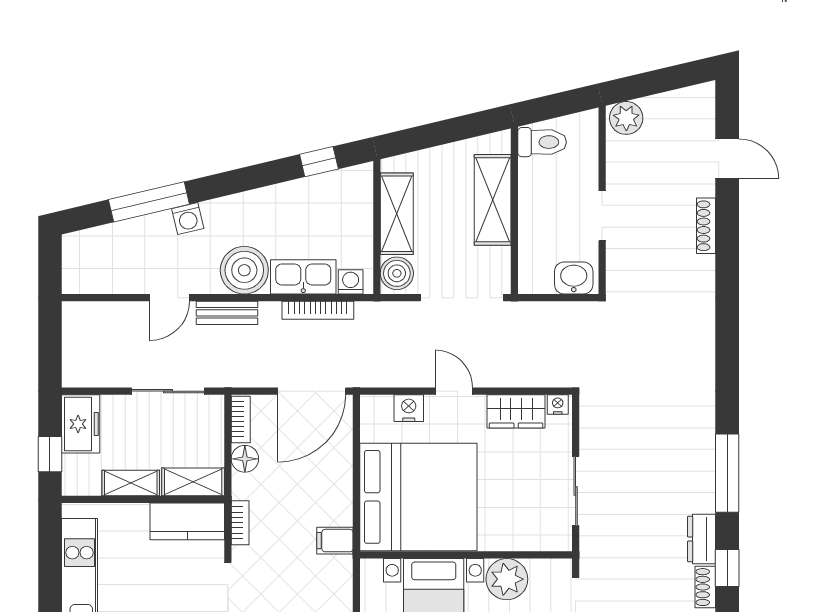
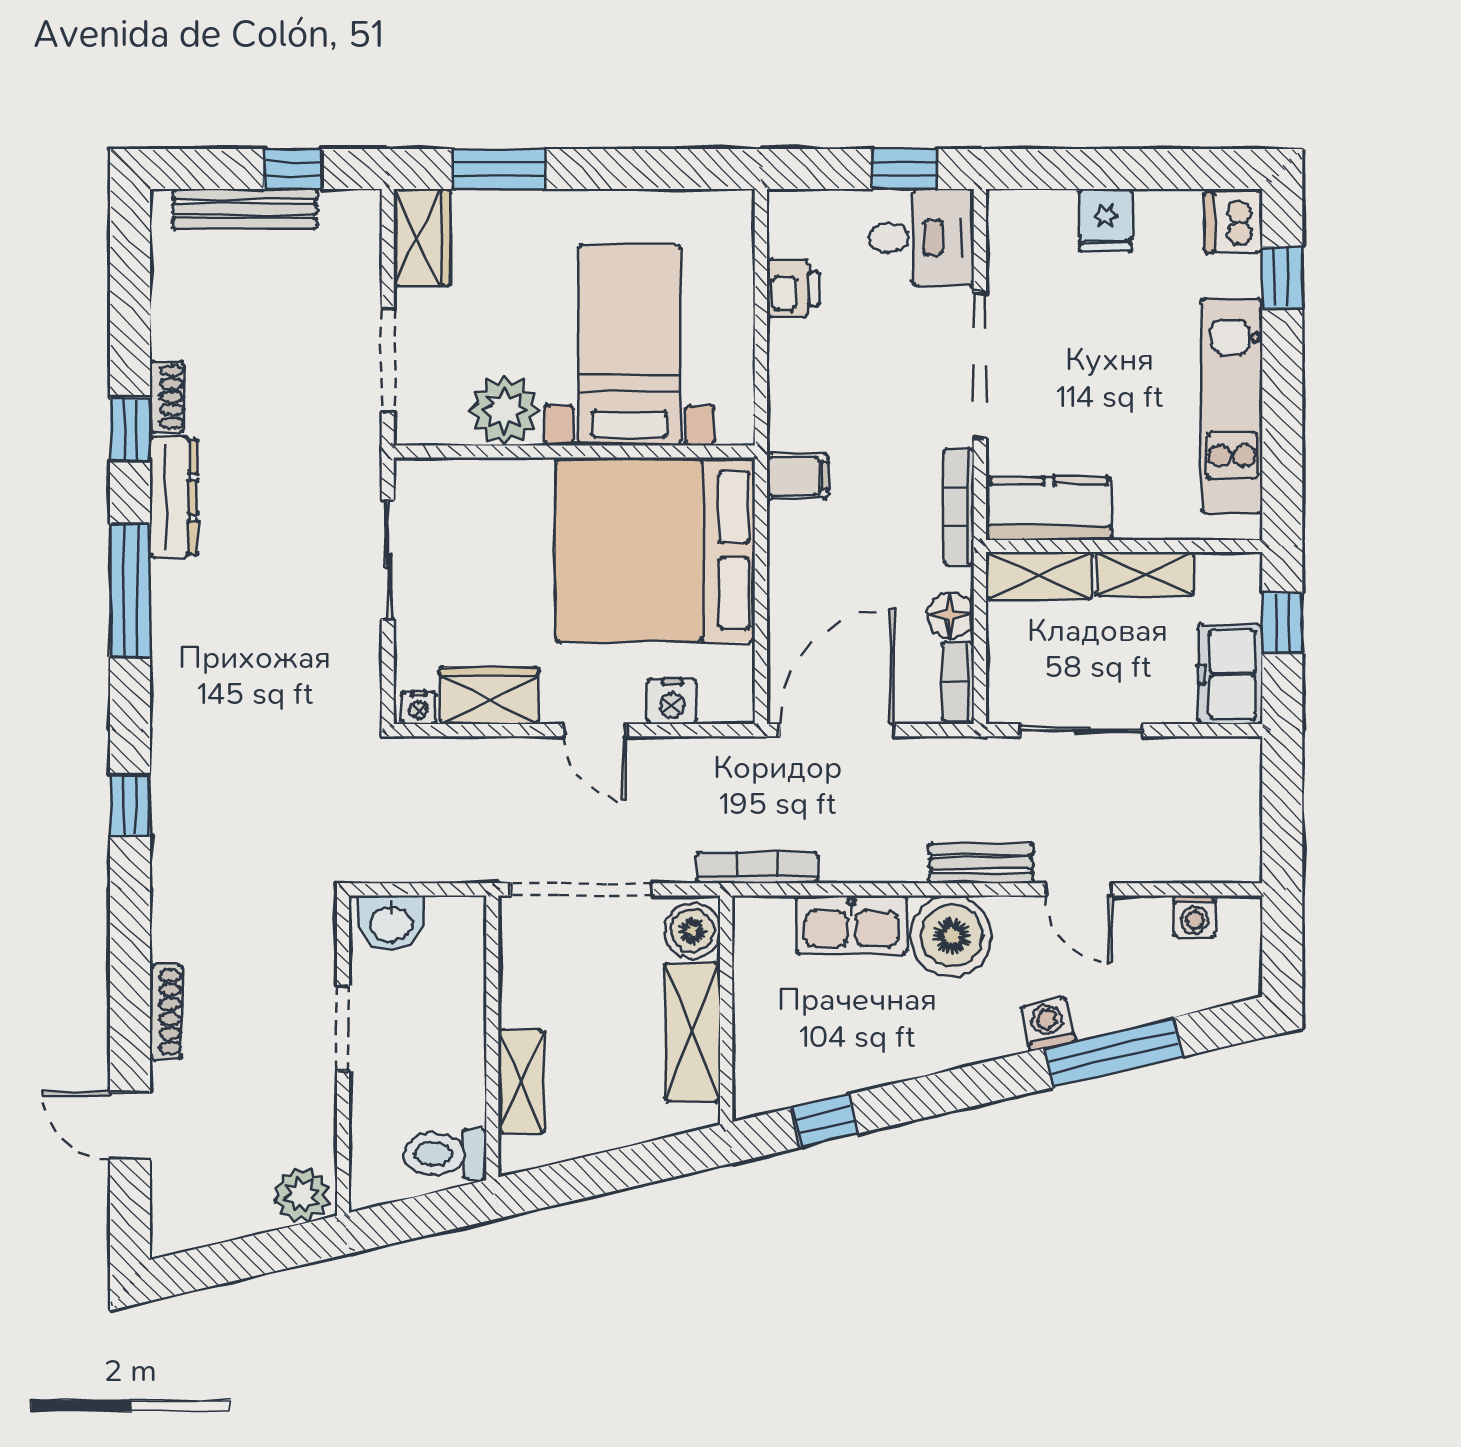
shelving: (493, 200) -> (521, 1082), width x0.67, depth x0.75
washing machine: (351, 282) -> (1195, 916), moved
door: (170, 298) -> (1079, 889), swing flipped
bookcase: (318, 310) -> (757, 868), moved
window: (727, 347) -> (130, 805), added
bookcase: (240, 523) -> (959, 506), width x1.56
dresser: (702, 539) -> (174, 497), width x1.44

